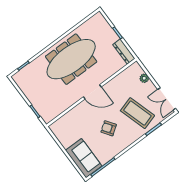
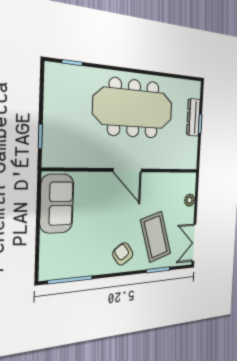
dresser: (124, 51) -> (193, 117), moved
armchair: (109, 128) -> (123, 254), moved
sofa: (84, 158) -> (57, 204), moved

